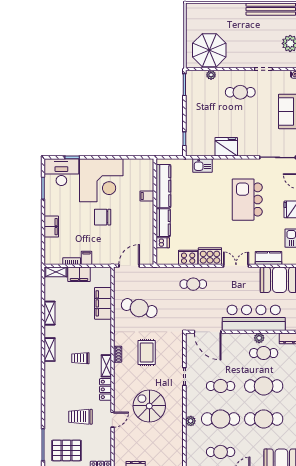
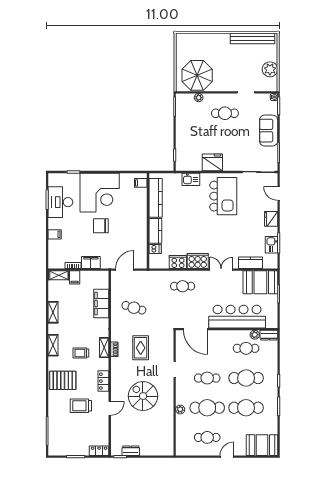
desk: (61, 172) -> (60, 202), moved, turned -90
filing cabinet: (147, 196) -> (141, 183), moved
kitchen island: (247, 200) -> (223, 196), moved, turned 180
filing cabinet: (51, 227) -> (55, 234), width x0.50
filing cabinet: (86, 258) -> (91, 263), width x2.00
filing cabinet: (79, 274) -> (75, 277), width x0.50
cafe table: (139, 308) -> (134, 308), width x0.73, depth x0.74
plant: (259, 338) -> (255, 335), moved
shelving: (106, 366) -> (104, 348), moved
pallet: (67, 450) -> (63, 380), moved

